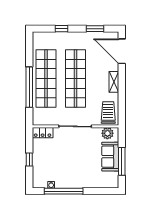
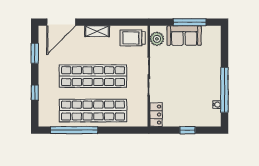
window: (29, 87) -> (74, 130), moved

